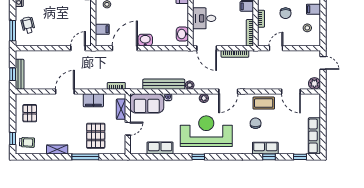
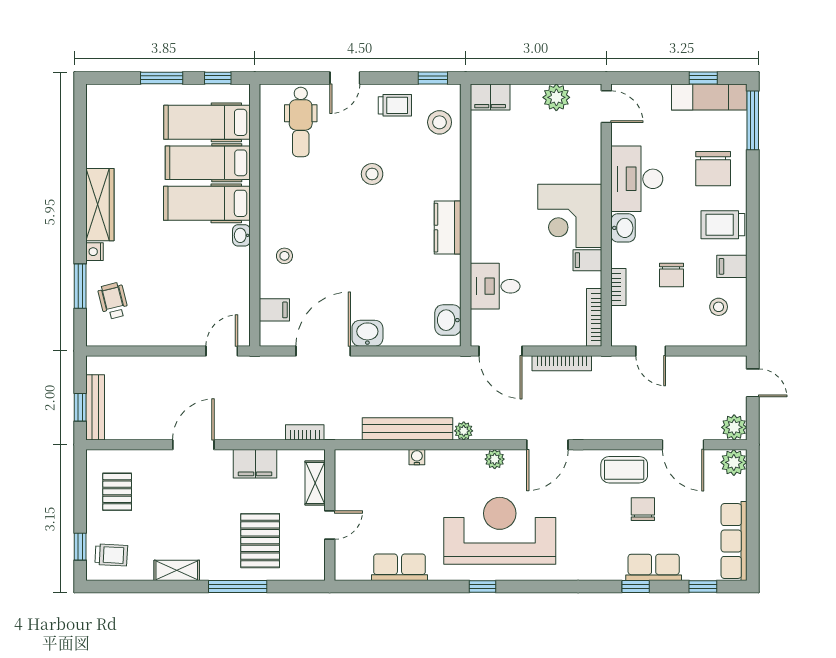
window: (13, 31) -> (80, 286), moved
door: (276, 48) -> (651, 351), swing flipped
plant: (314, 100) -> (734, 462), added
sofa: (147, 103) -> (371, 470), removed
chair: (256, 123) -> (643, 509), moved
row of seats: (265, 148) -> (654, 567), moved

